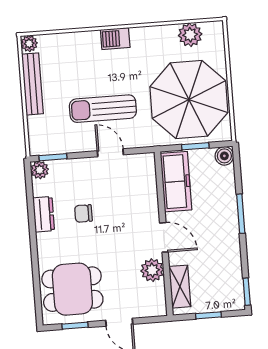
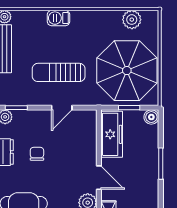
barbecue: (115, 39) -> (58, 18), moved
door: (110, 153) -> (62, 108), swing flipped
chair: (83, 213) -> (37, 154), turned 90

